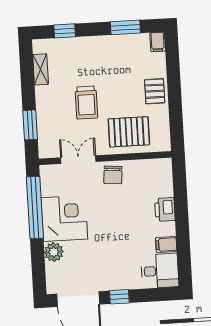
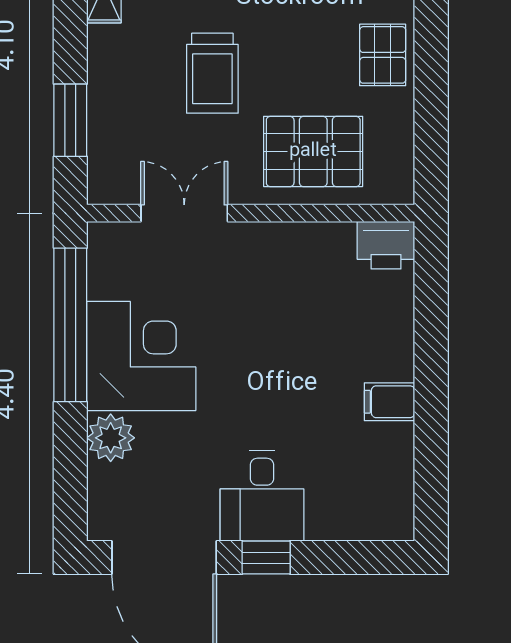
chair: (113, 175) -> (268, 256), removed
printer: (165, 209) -> (386, 245), moved, turned -90
filing cabinet: (166, 245) -> (390, 402), moved
desk: (160, 271) -> (262, 496), moved, turned 90

